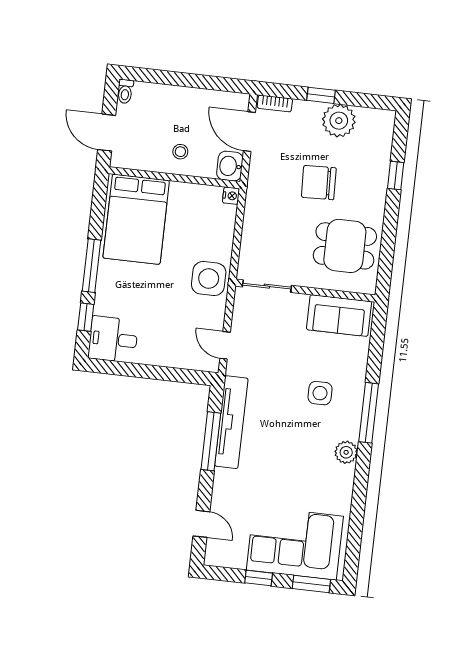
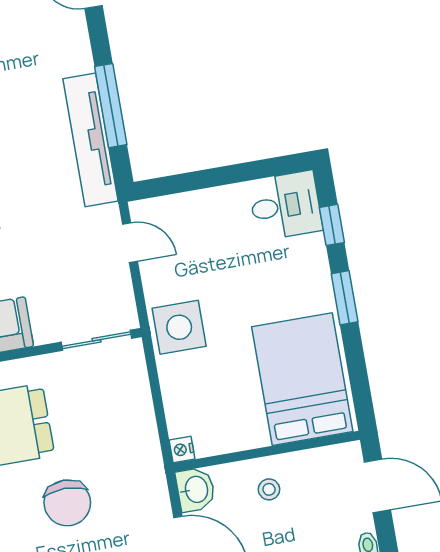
chair: (319, 183) -> (67, 503), turned 92
window: (92, 266) -> (345, 298), width x0.69

